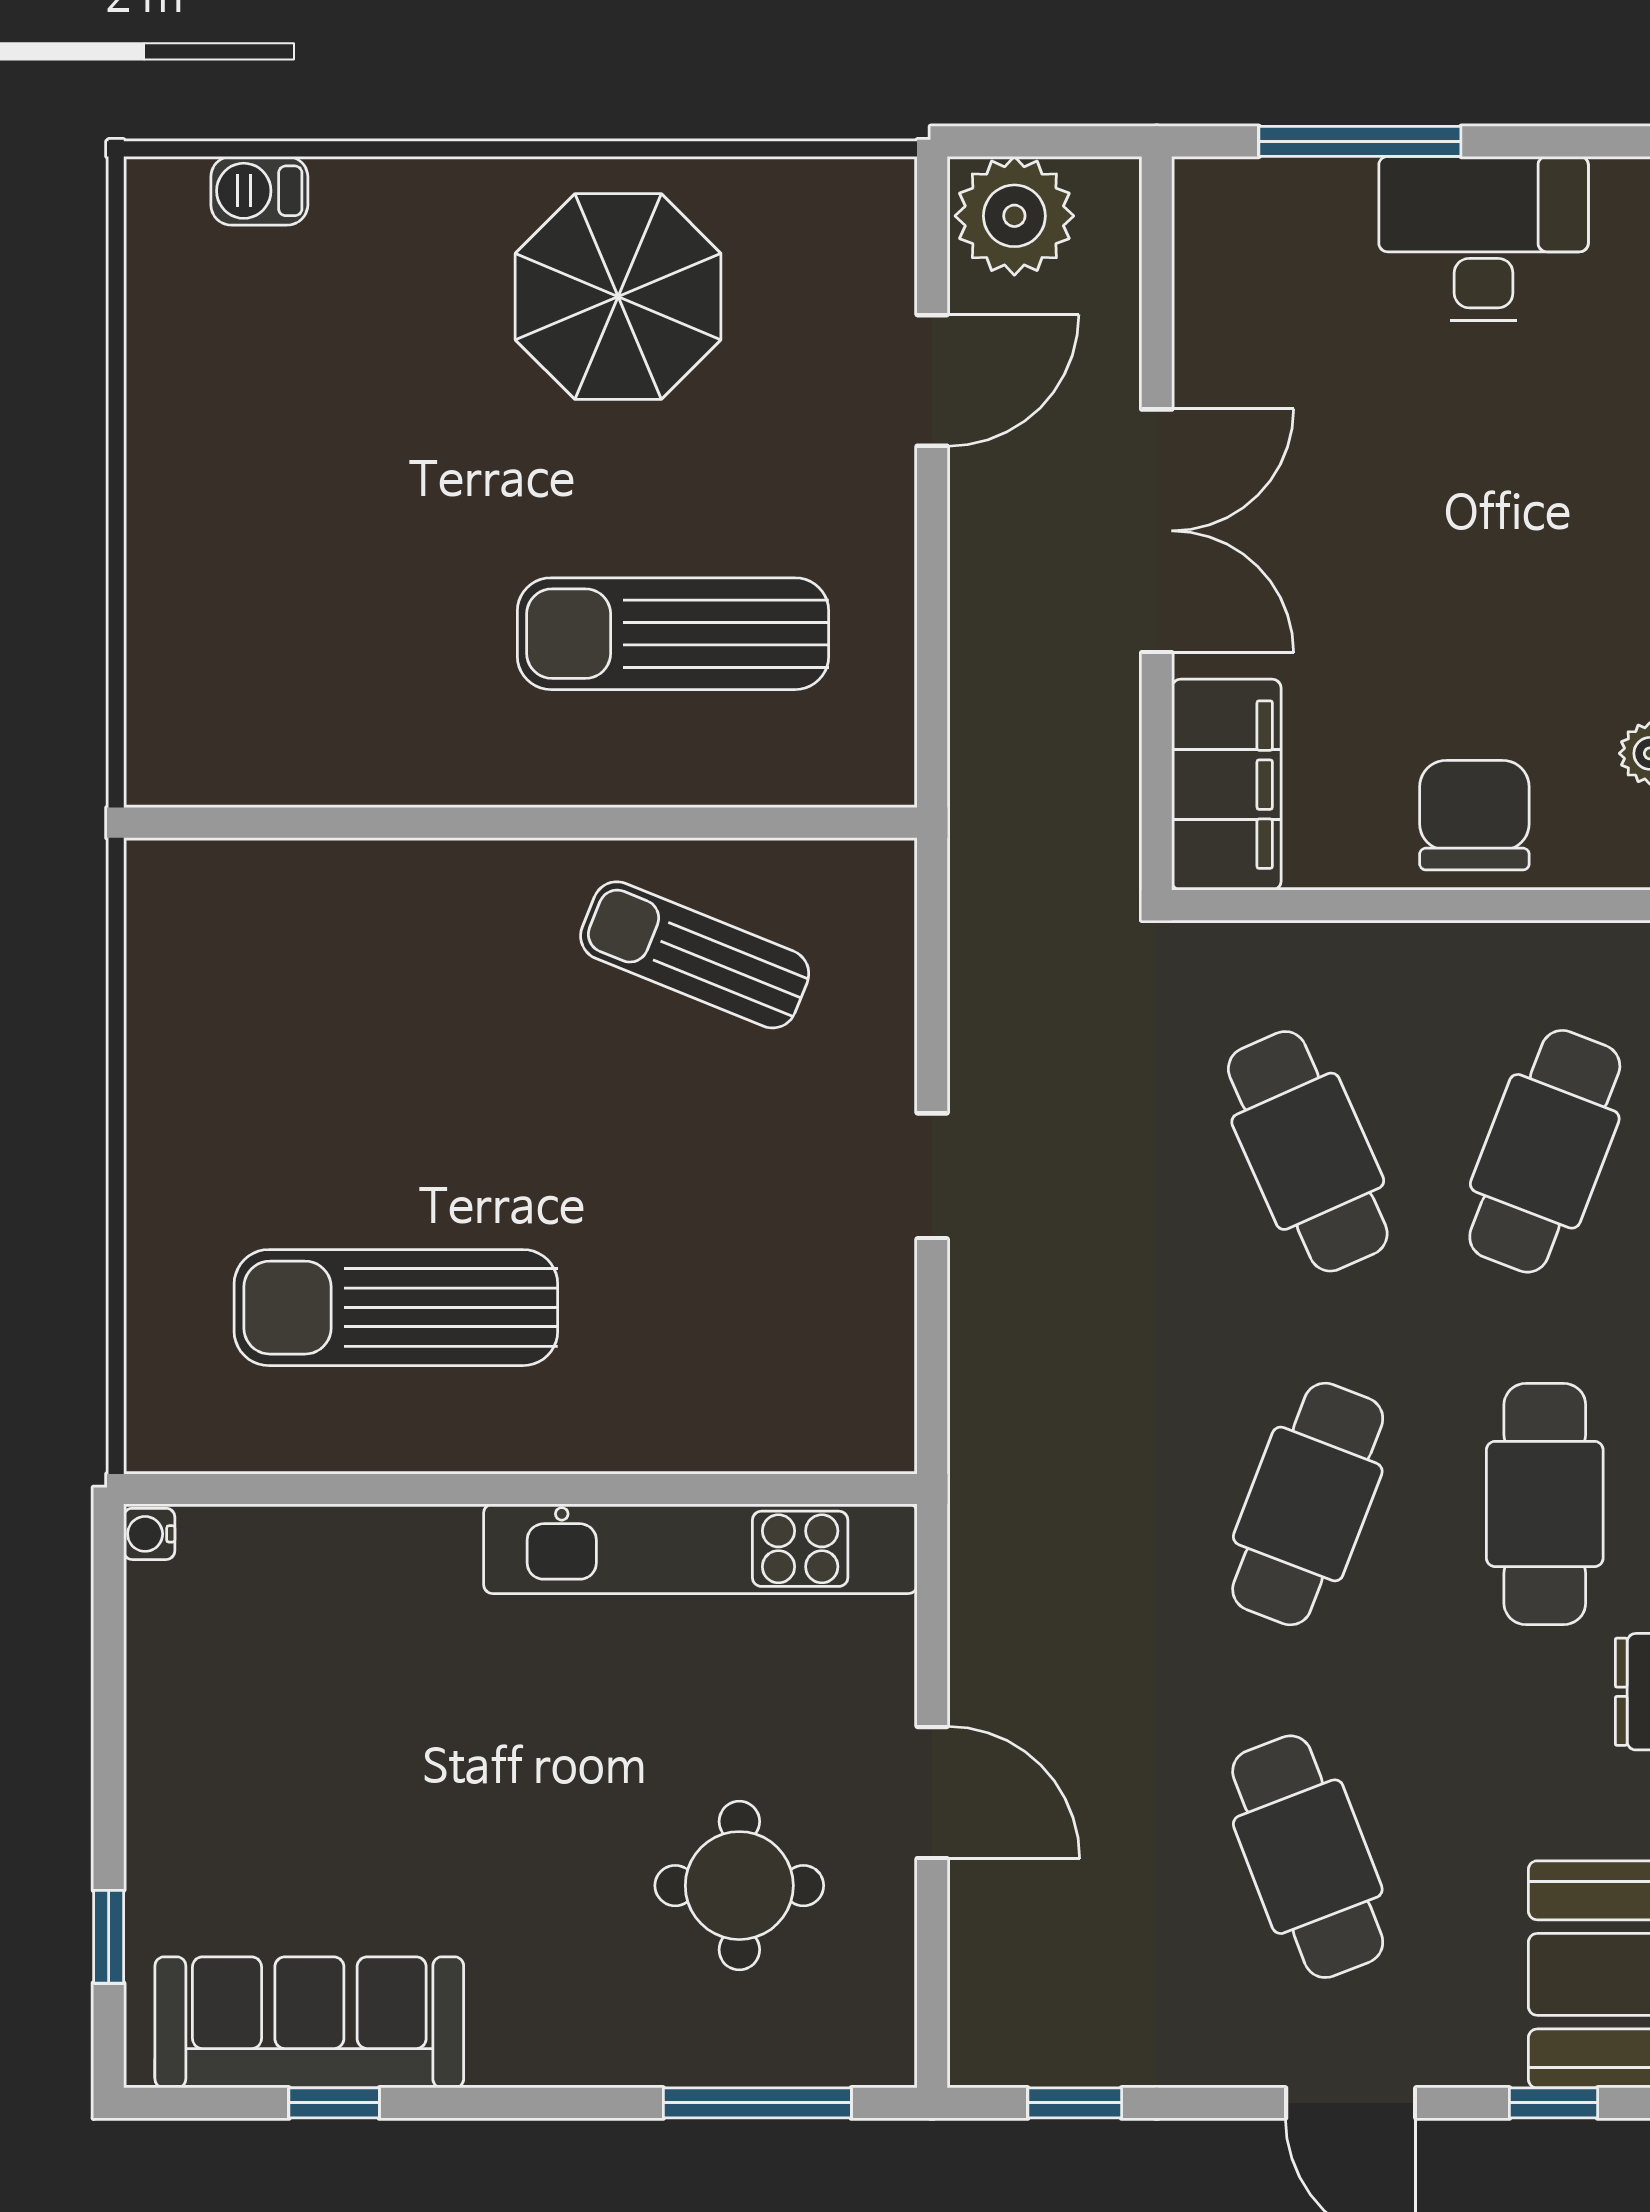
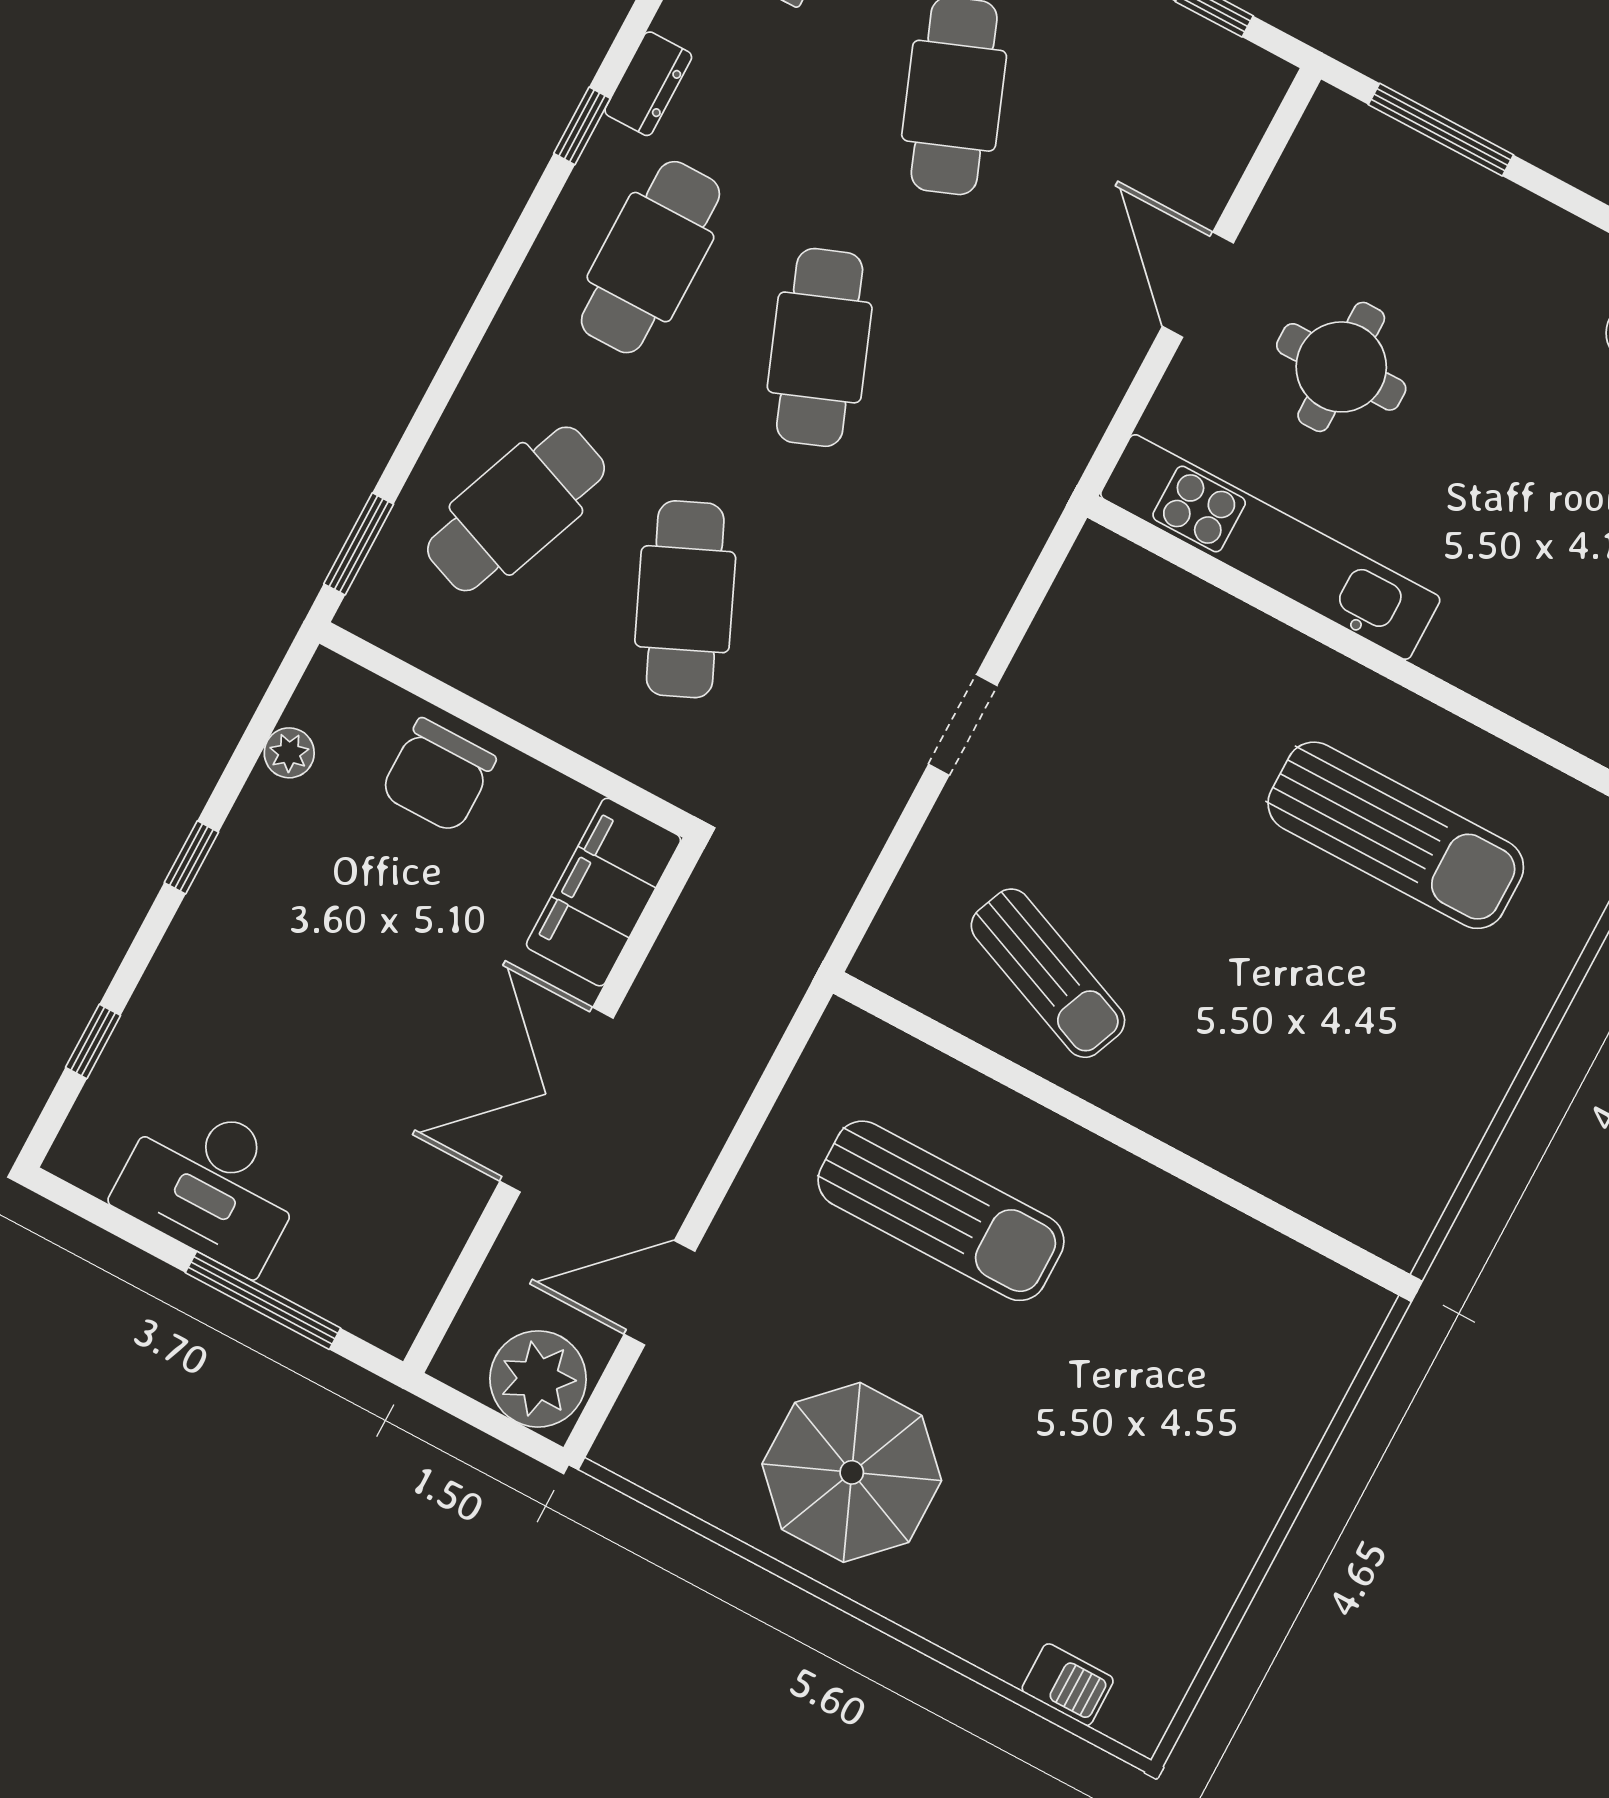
cafe table: (1308, 1504) -> (820, 347), turned -42
round table: (739, 1886) -> (1341, 367), moved

